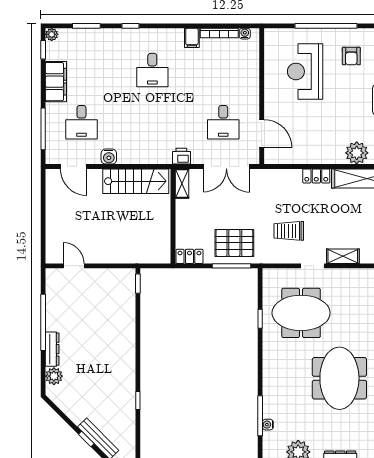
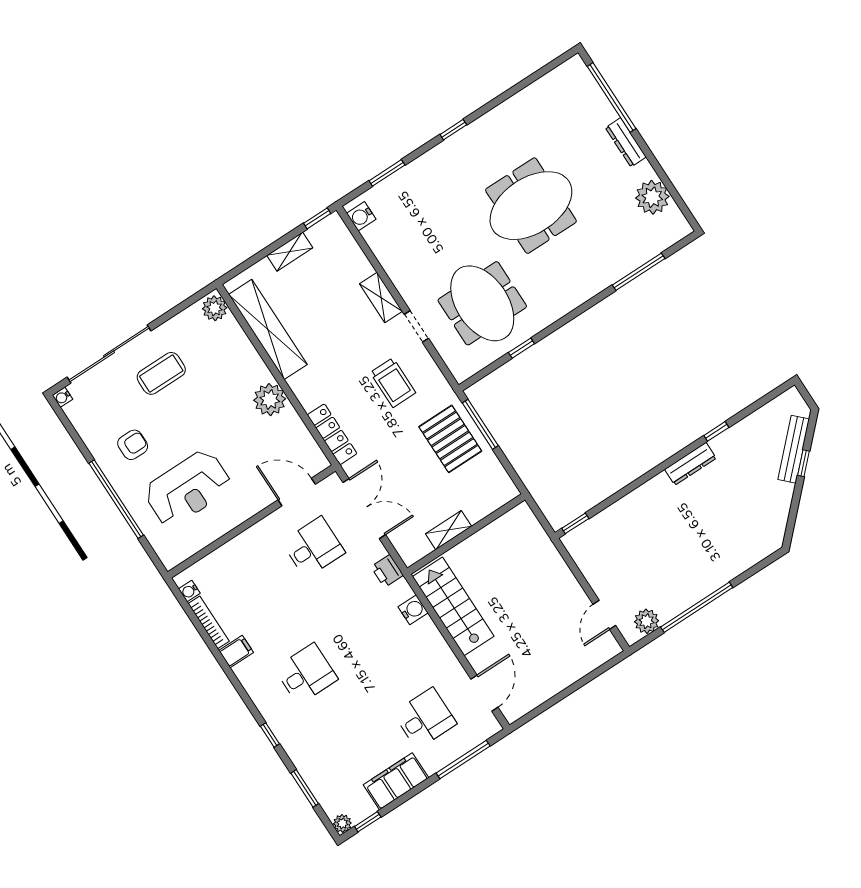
door: (262, 134) -> (297, 492), hinge flipped
plant: (357, 153) -> (270, 400), moved
water cooler: (109, 157) -> (413, 610), moved
locker: (316, 176) -> (332, 434), moved, width x1.53
shelving: (182, 184) -> (449, 530), moved
locker: (189, 256) -> (502, 482), removed
dresser: (52, 349) -> (690, 464), moved, turned 180
plant: (54, 376) -> (647, 621), moved
water cooler: (268, 425) -> (643, 256), removed

